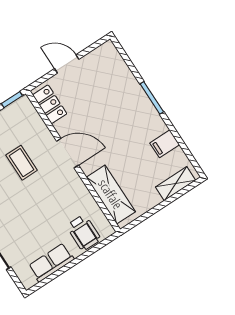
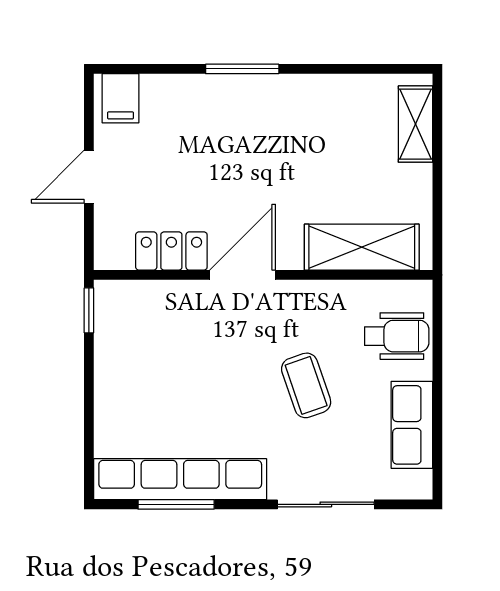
locker: (50, 104) -> (171, 251), moved
filing cabinet: (165, 144) -> (120, 98), moved
coffee table: (22, 163) -> (306, 385), moved, turned 71

